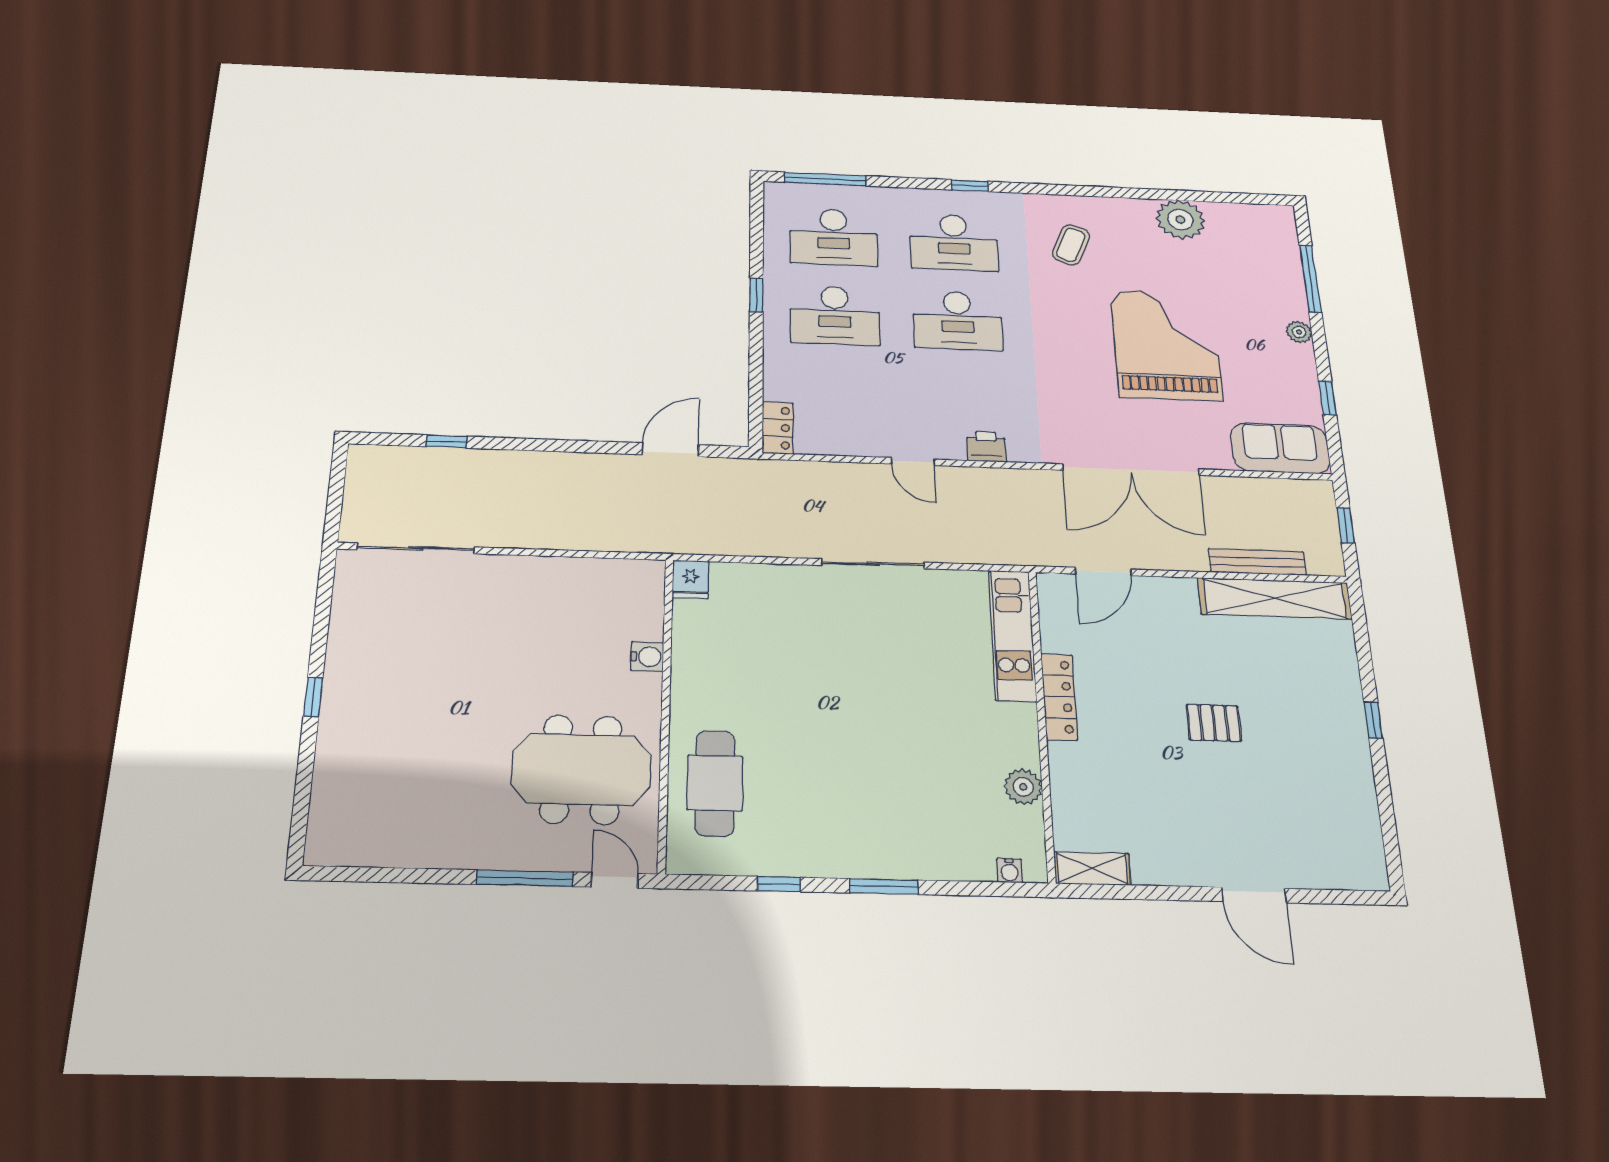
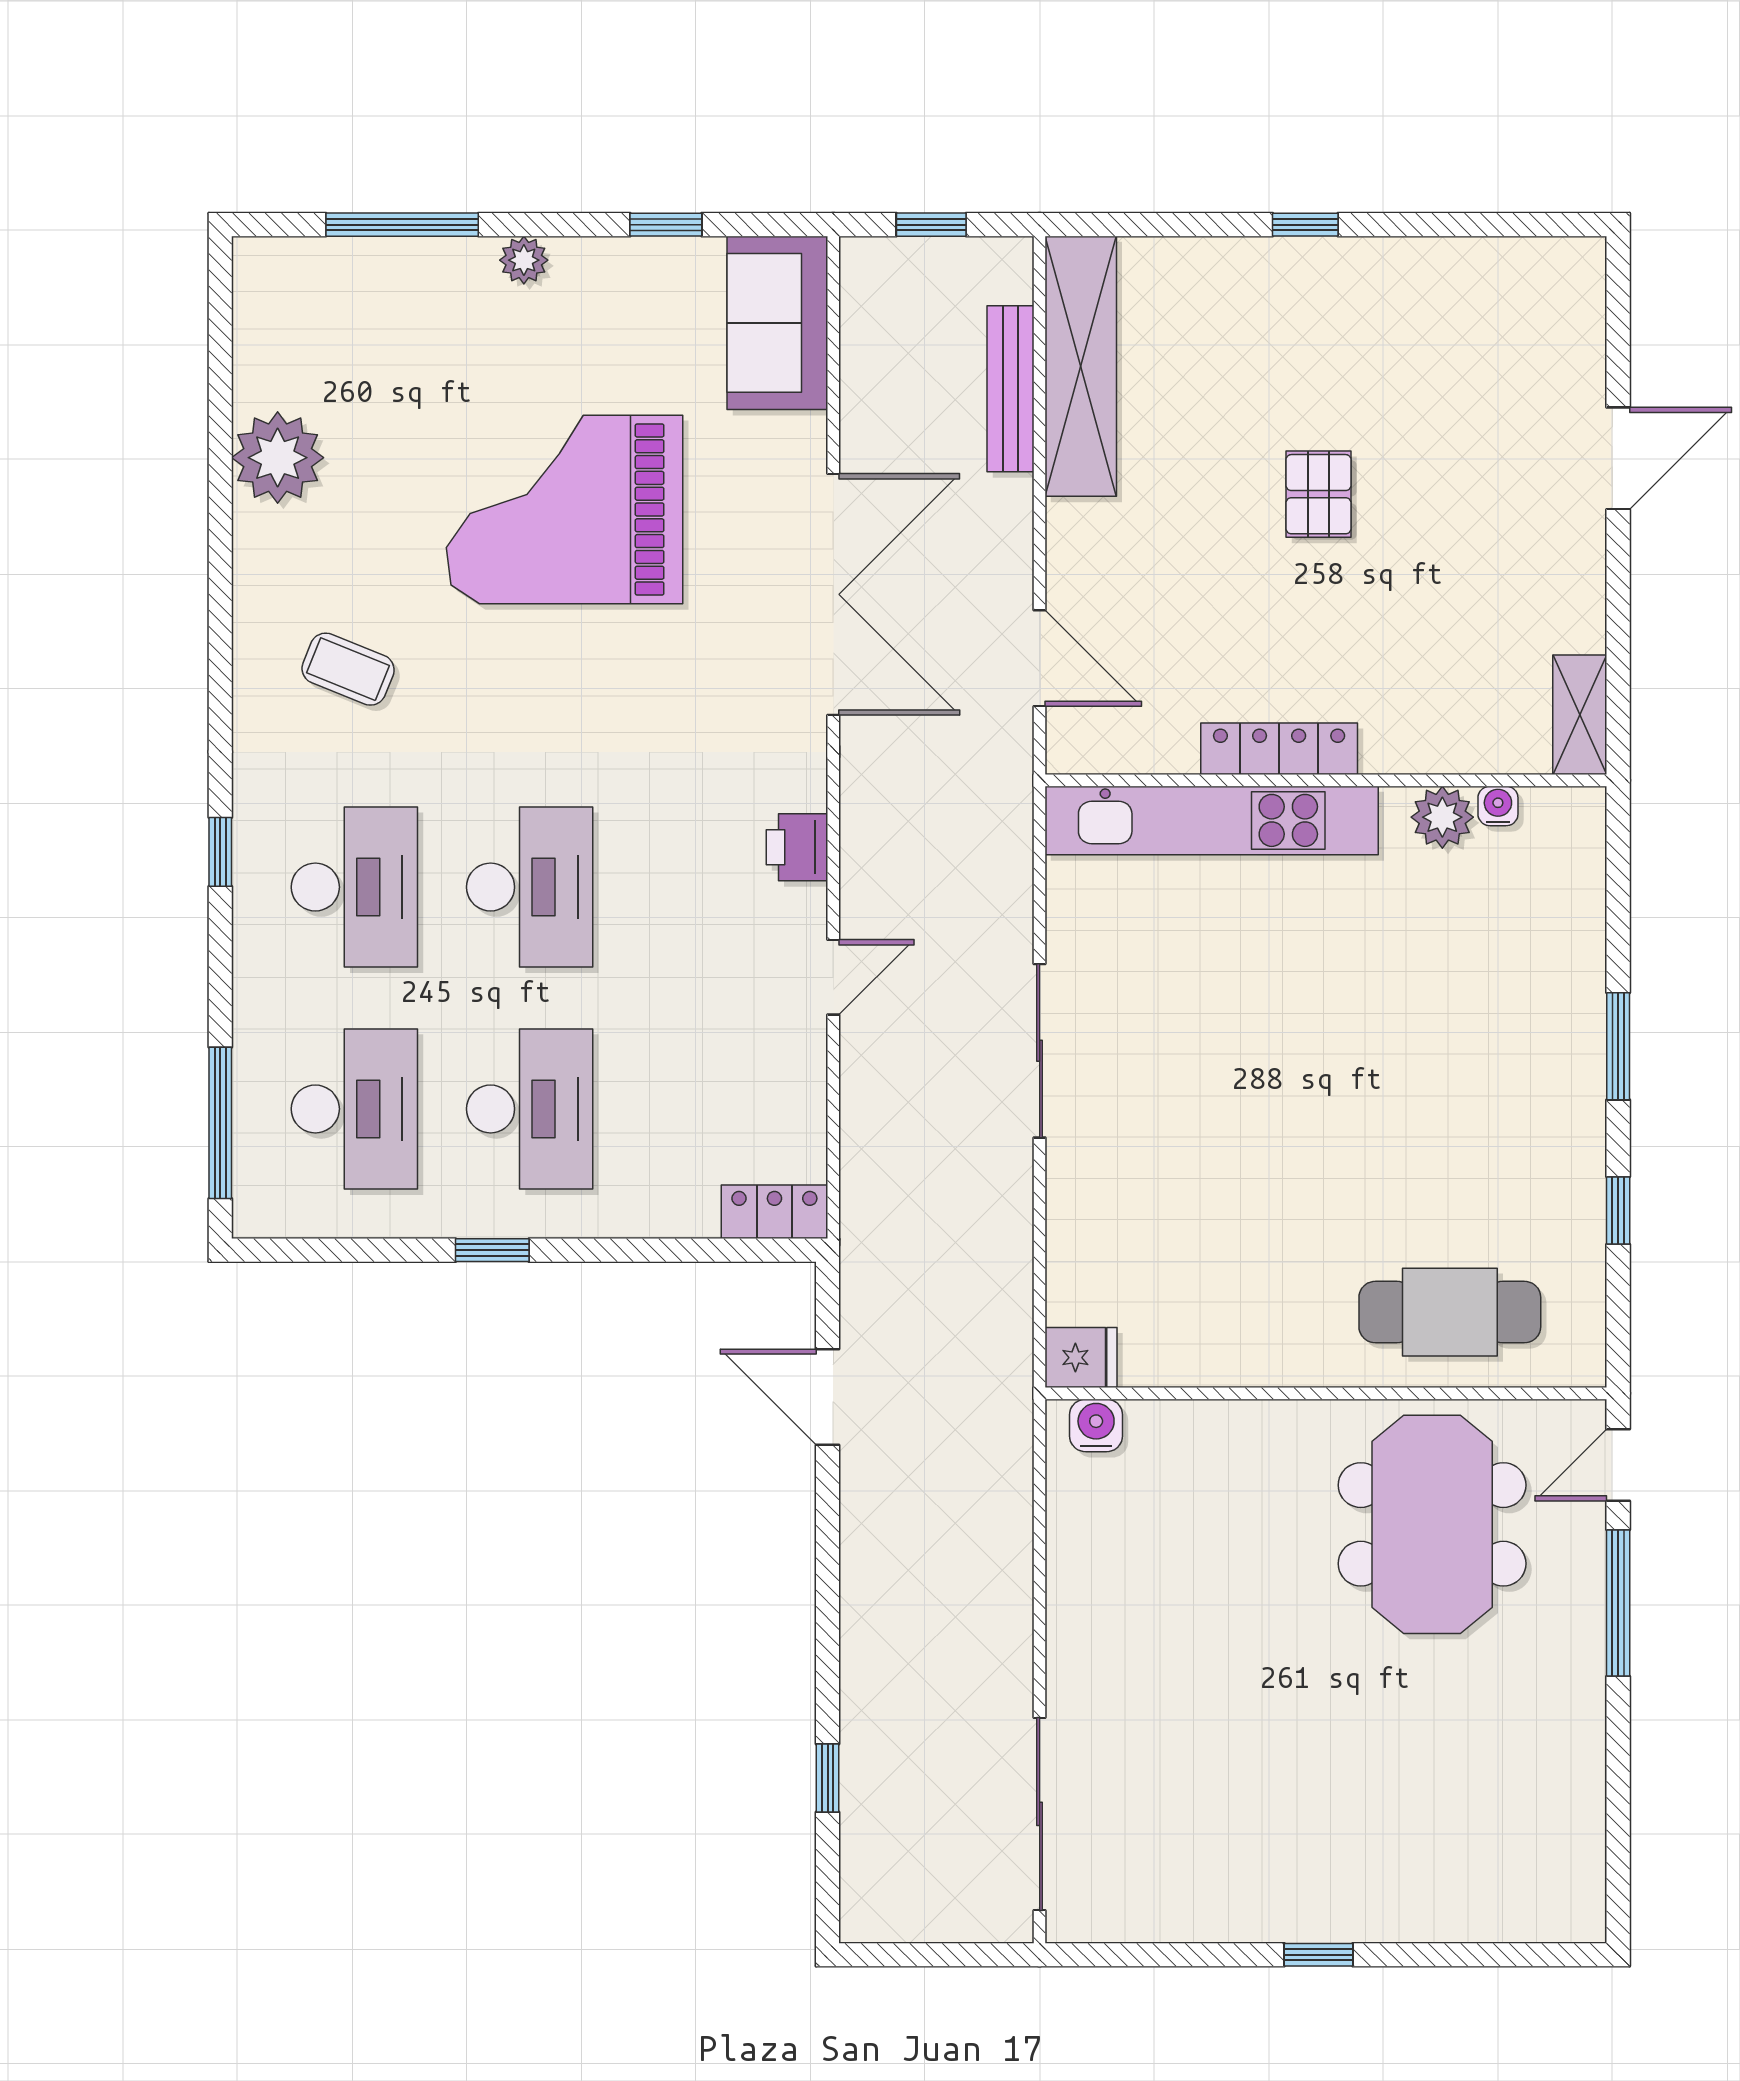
kitchen unit: (1012, 635) -> (1212, 820), width x1.36
water cooler: (647, 657) -> (1096, 1425), moved
water cooler: (1009, 871) -> (1498, 806), moved, turned -90

